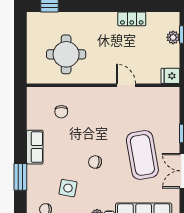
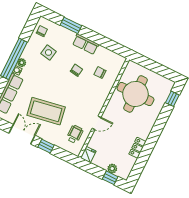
round table: (66, 54) -> (136, 94), width x1.36, depth x1.36
wheelchair: (153, 105) -> (75, 134), added
chair: (95, 162) -> (76, 70), moved

